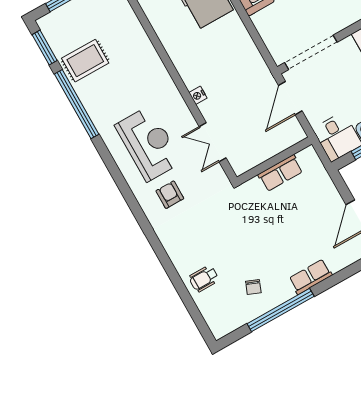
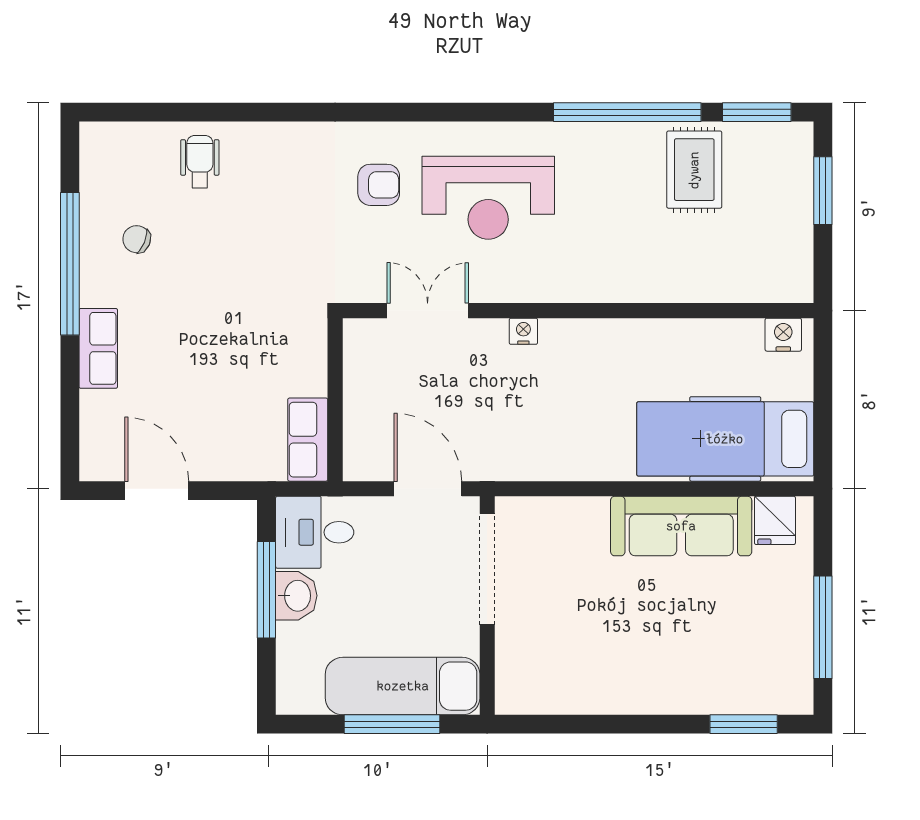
row of seats: (280, 173) -> (308, 440), moved

